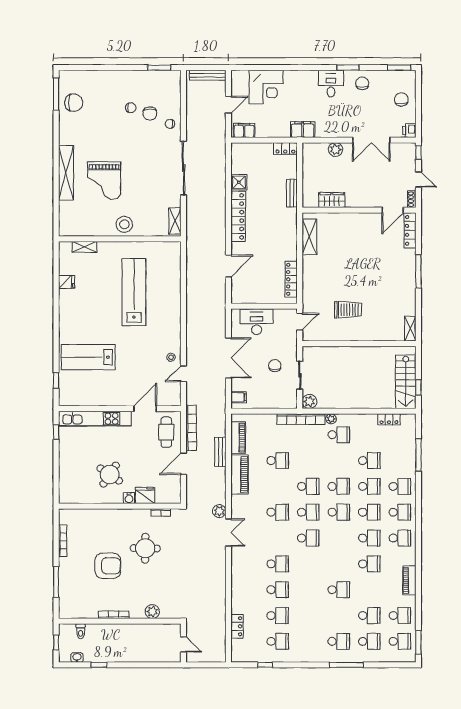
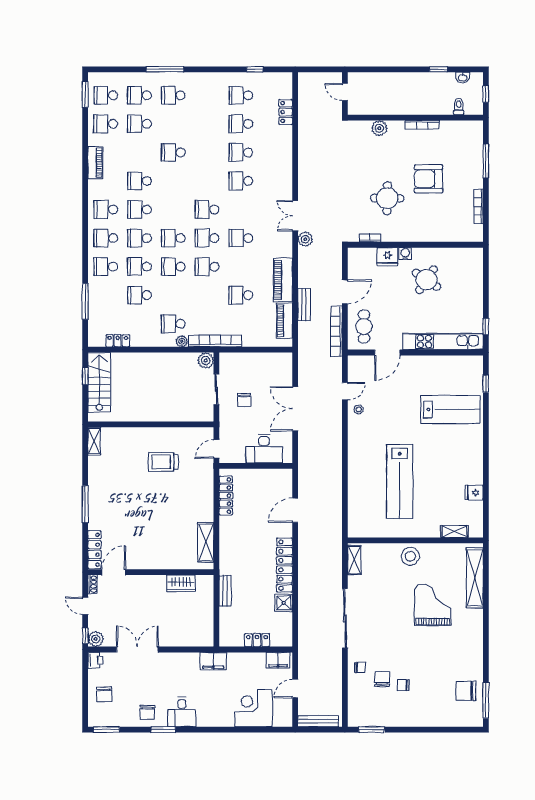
locker: (285, 149) -> (257, 640), moved
plant: (336, 150) -> (96, 639), moved
shelving: (66, 173) -> (475, 578), moved
filing cabinet: (239, 397) -> (284, 365), removed

